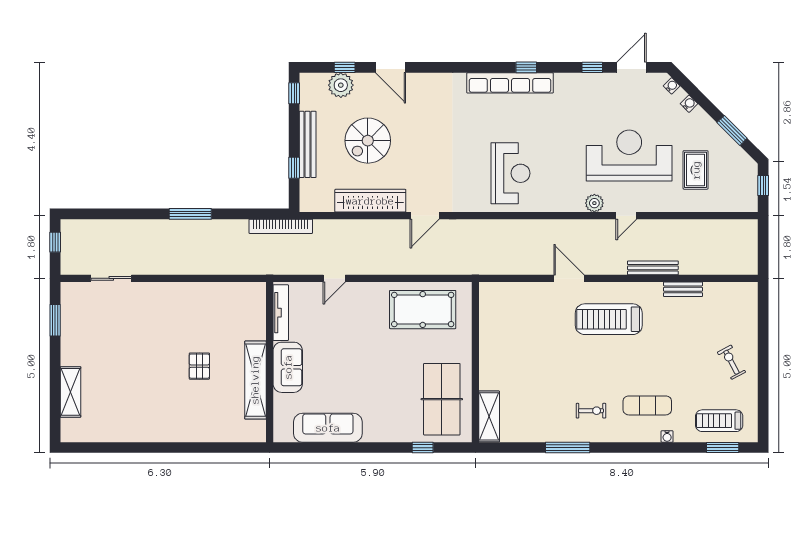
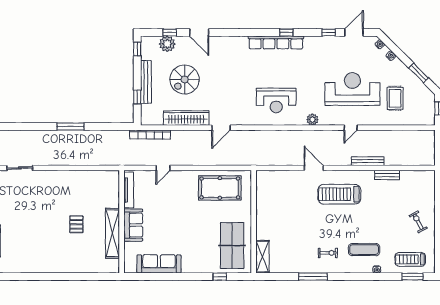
reception desk: (510, 173) -> (276, 100), turned 90
plant: (594, 203) -> (312, 120), moved
bookcase: (281, 226) -> (150, 135), moved

